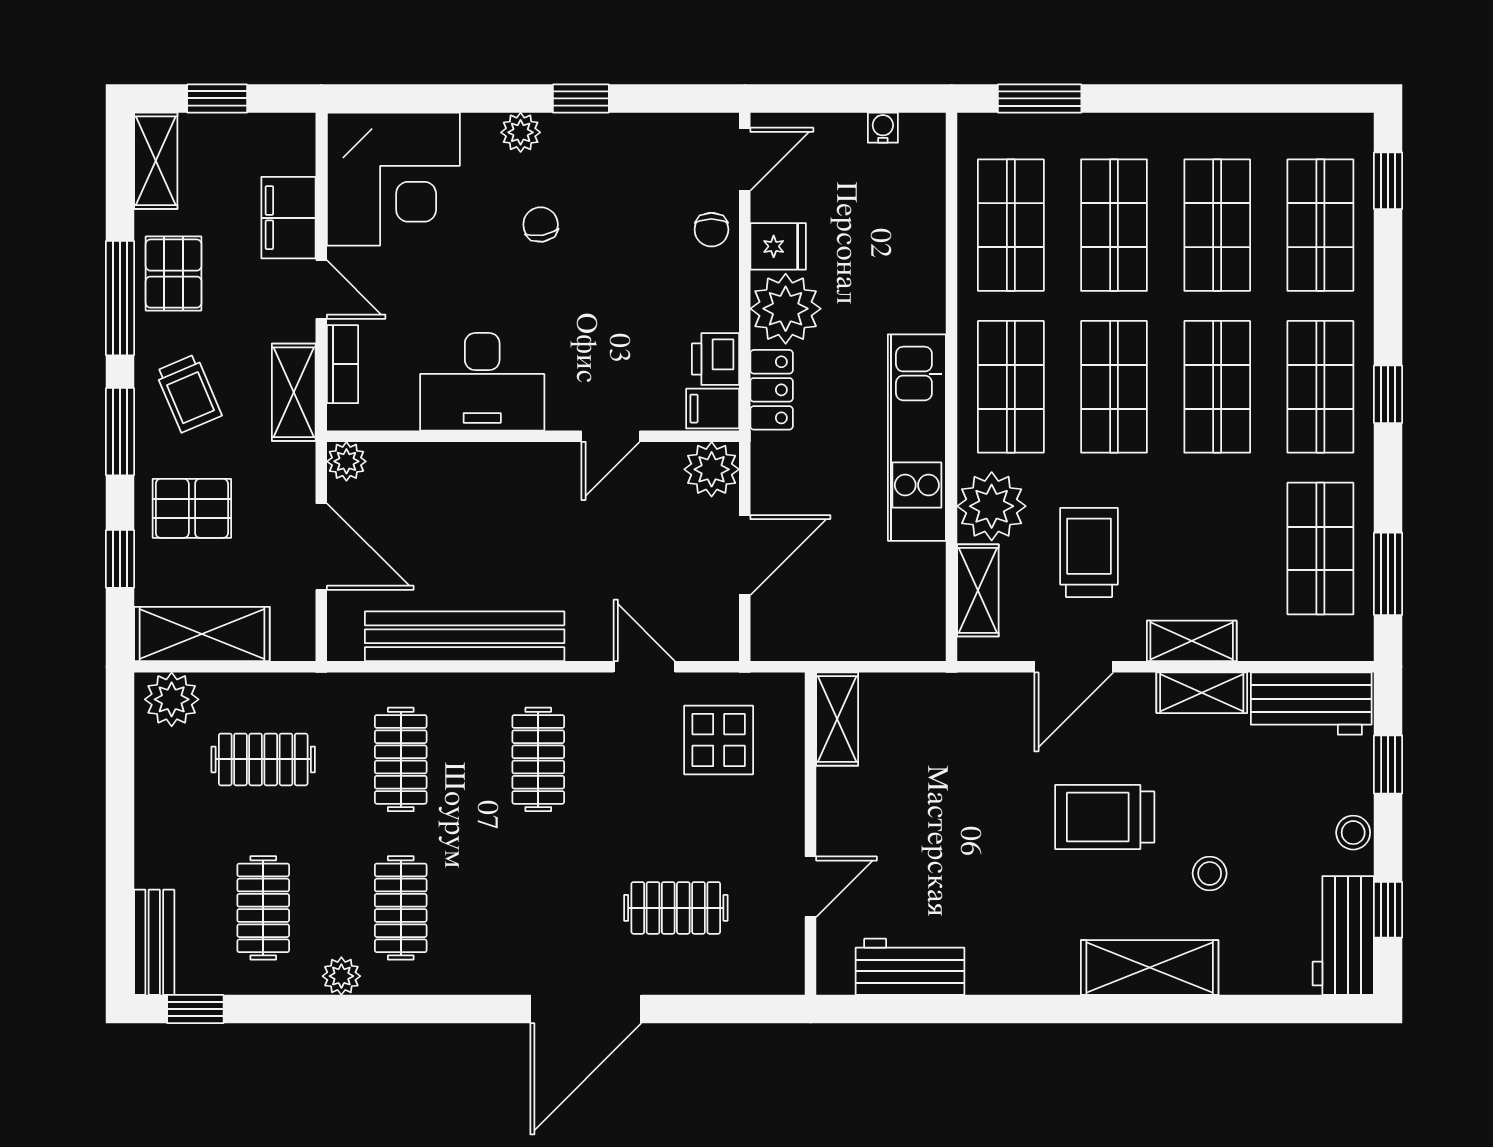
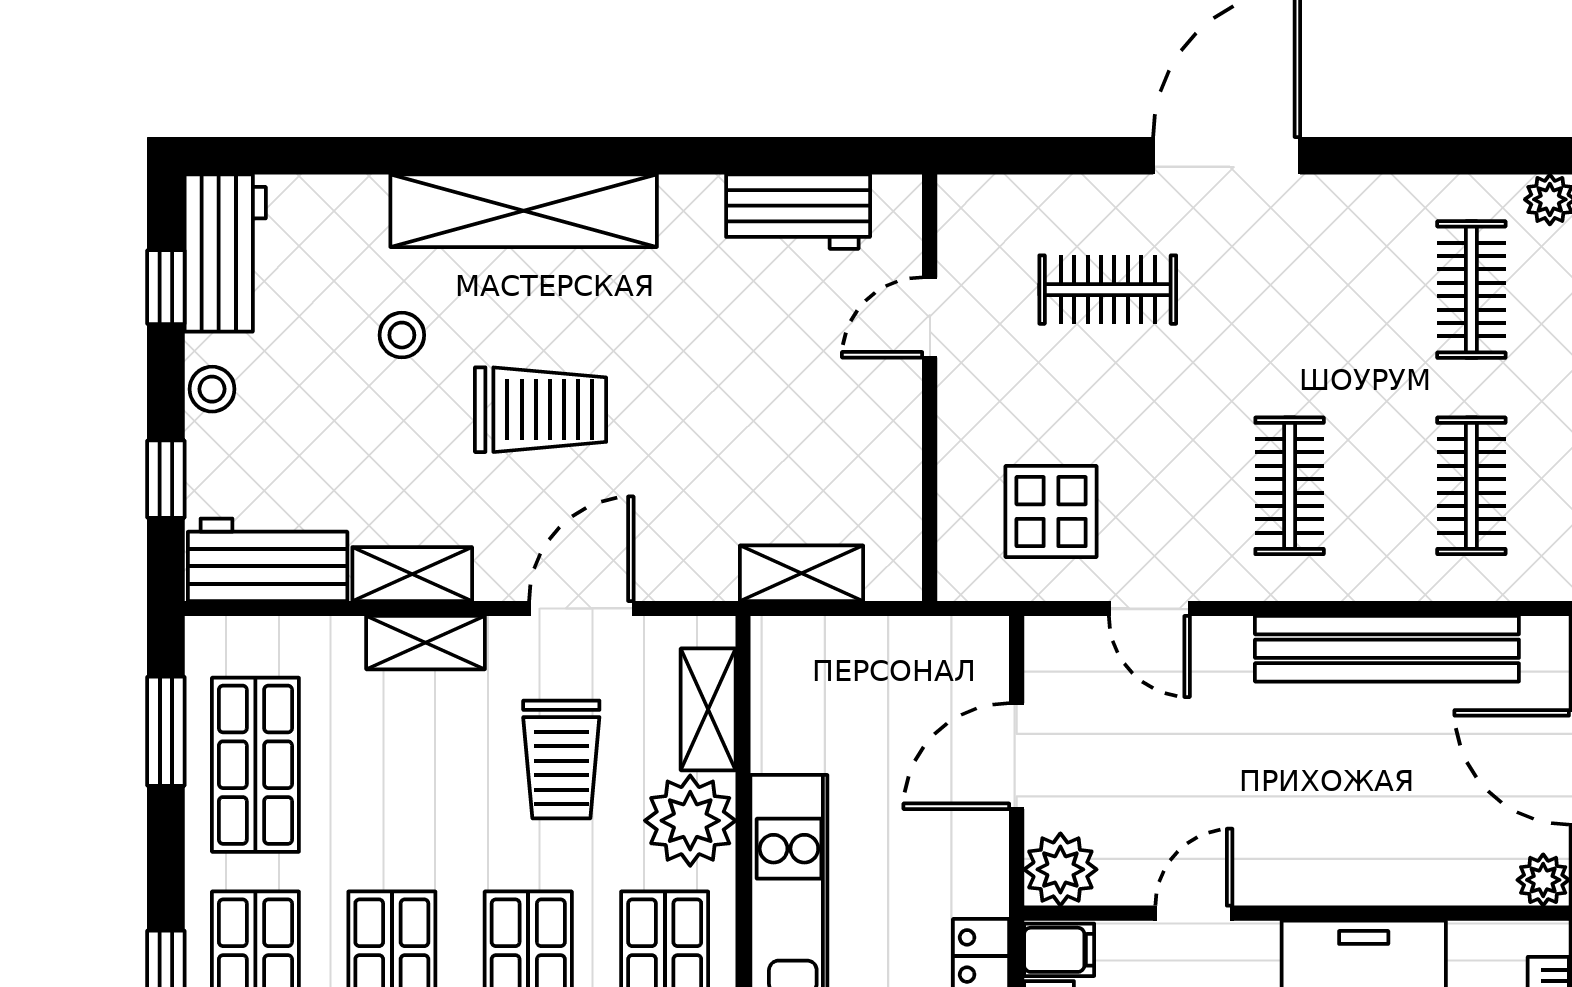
shelving: (837, 719) -> (801, 573), moved, turned 90
shelving: (1150, 968) -> (524, 211), width x1.47

